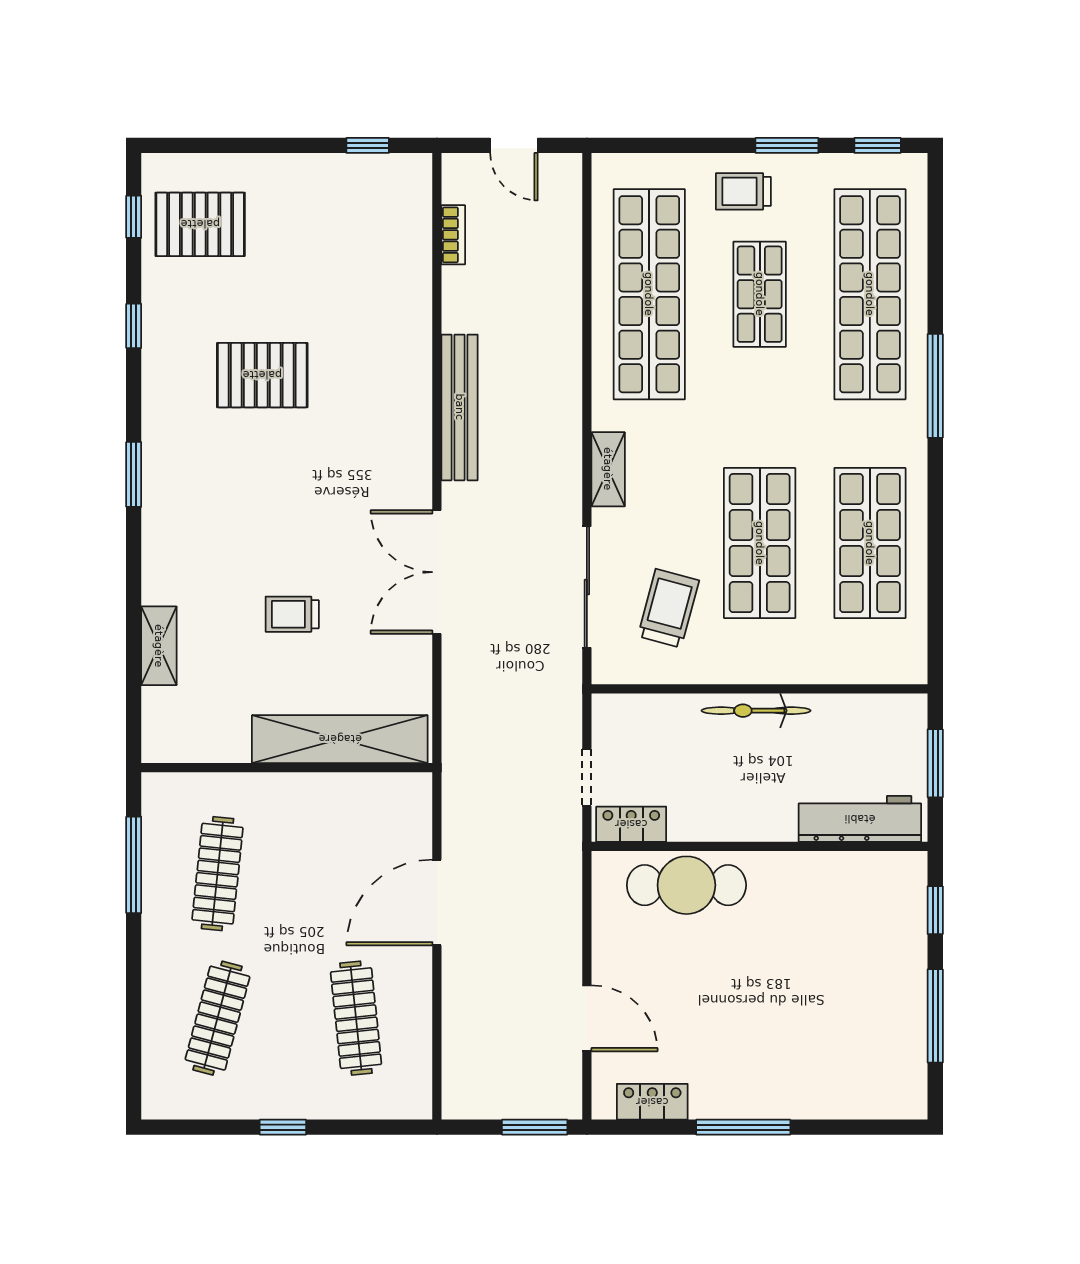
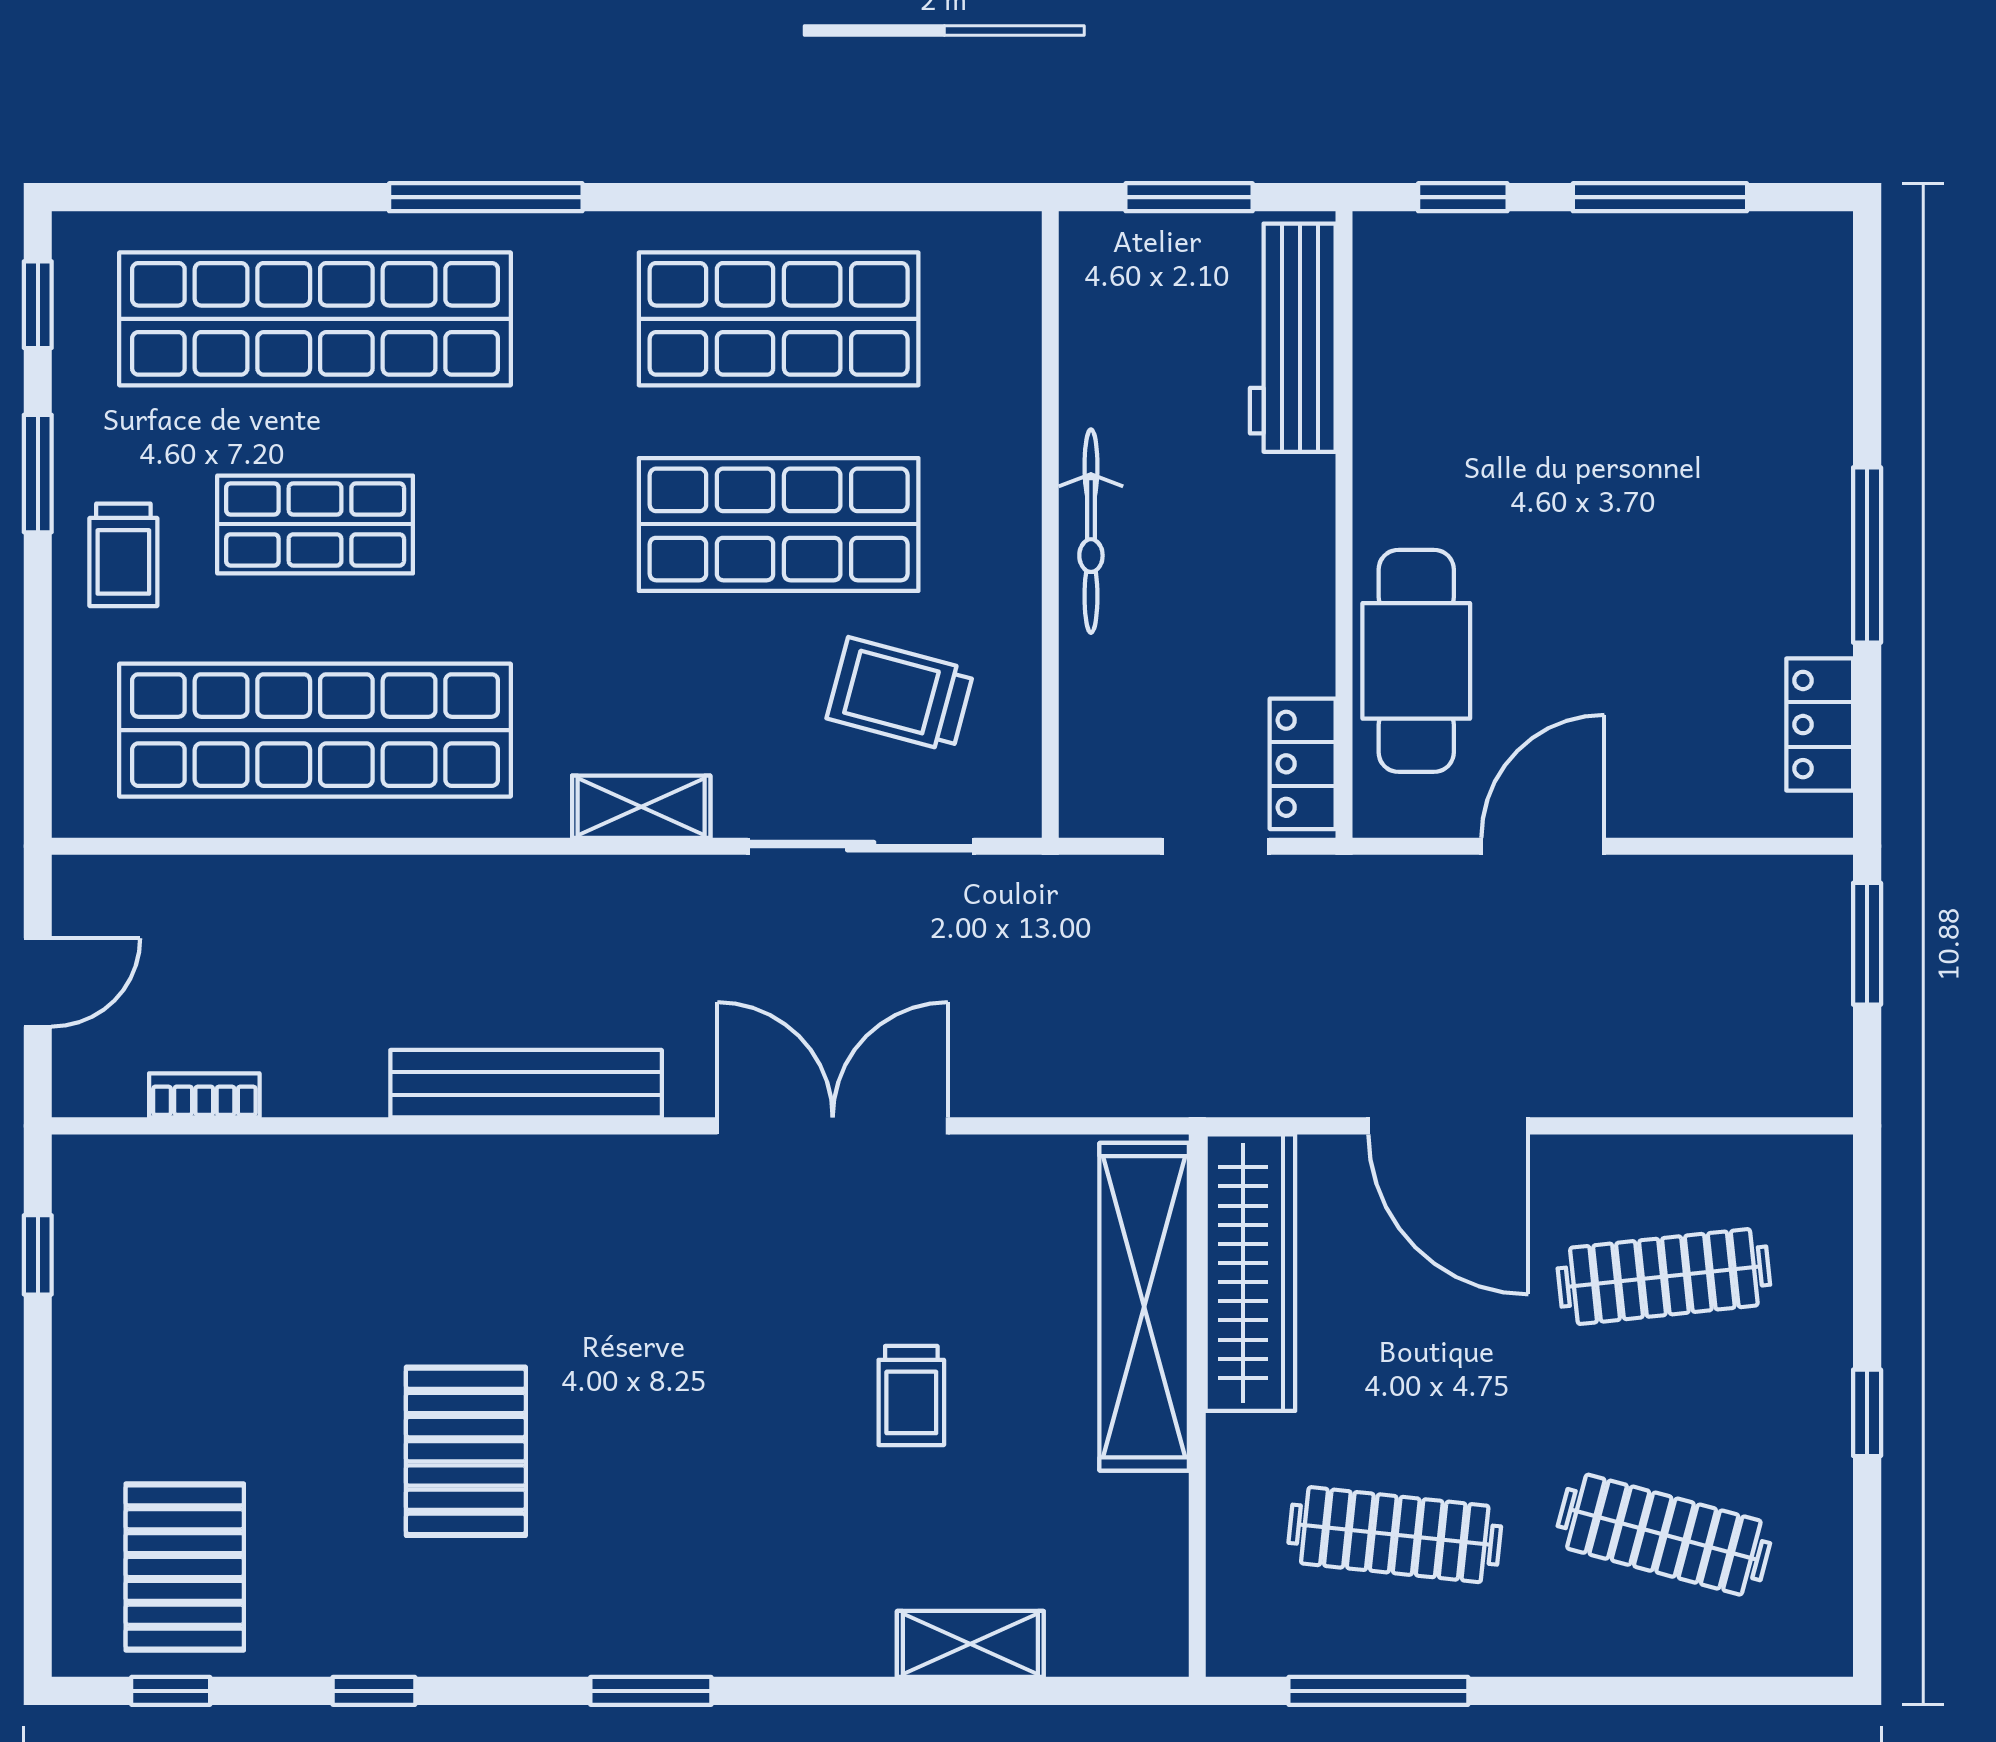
double door: (437, 572) -> (833, 1126), swing flipped
wardrobe: (358, 796) -> (1250, 1273), added
door: (587, 1018) -> (1543, 846), moved

